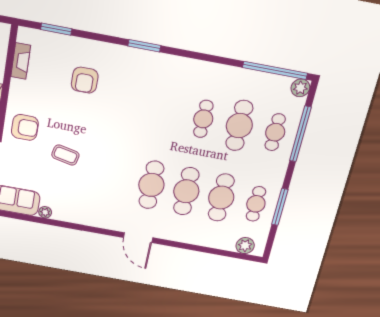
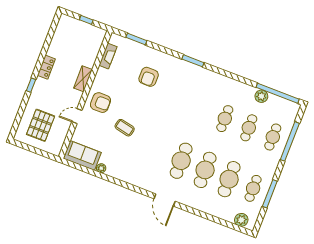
plant: (300, 88) -> (261, 96), moved
cafe table: (239, 126) -> (249, 128), width x0.73, depth x0.74

